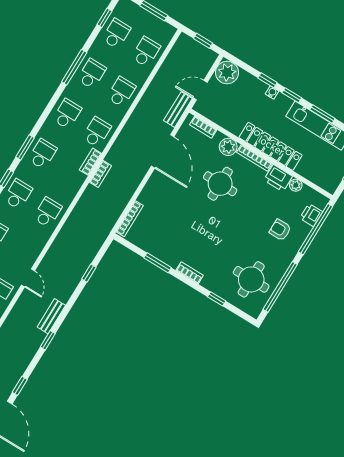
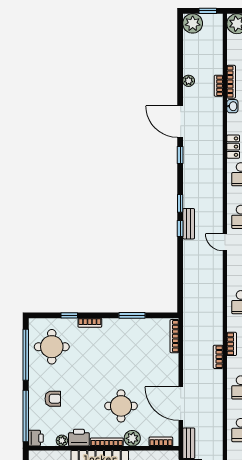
bookcase: (90, 162) -> (232, 344), moved
printer: (311, 215) -> (36, 438), moved
window: (89, 273) -> (180, 229), moved
bookcase: (190, 273) -> (90, 323), moved

